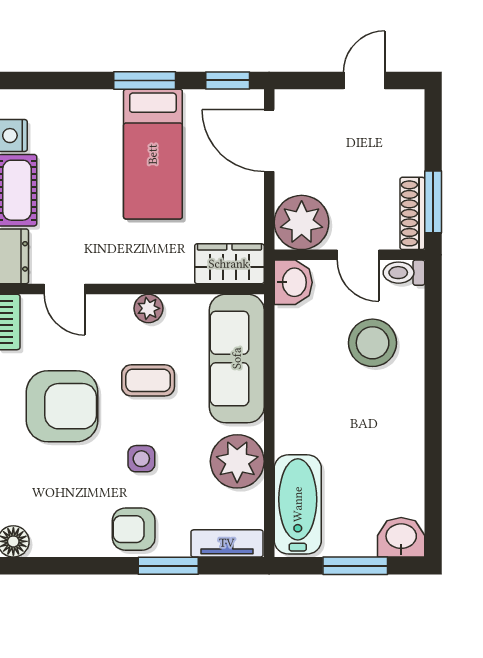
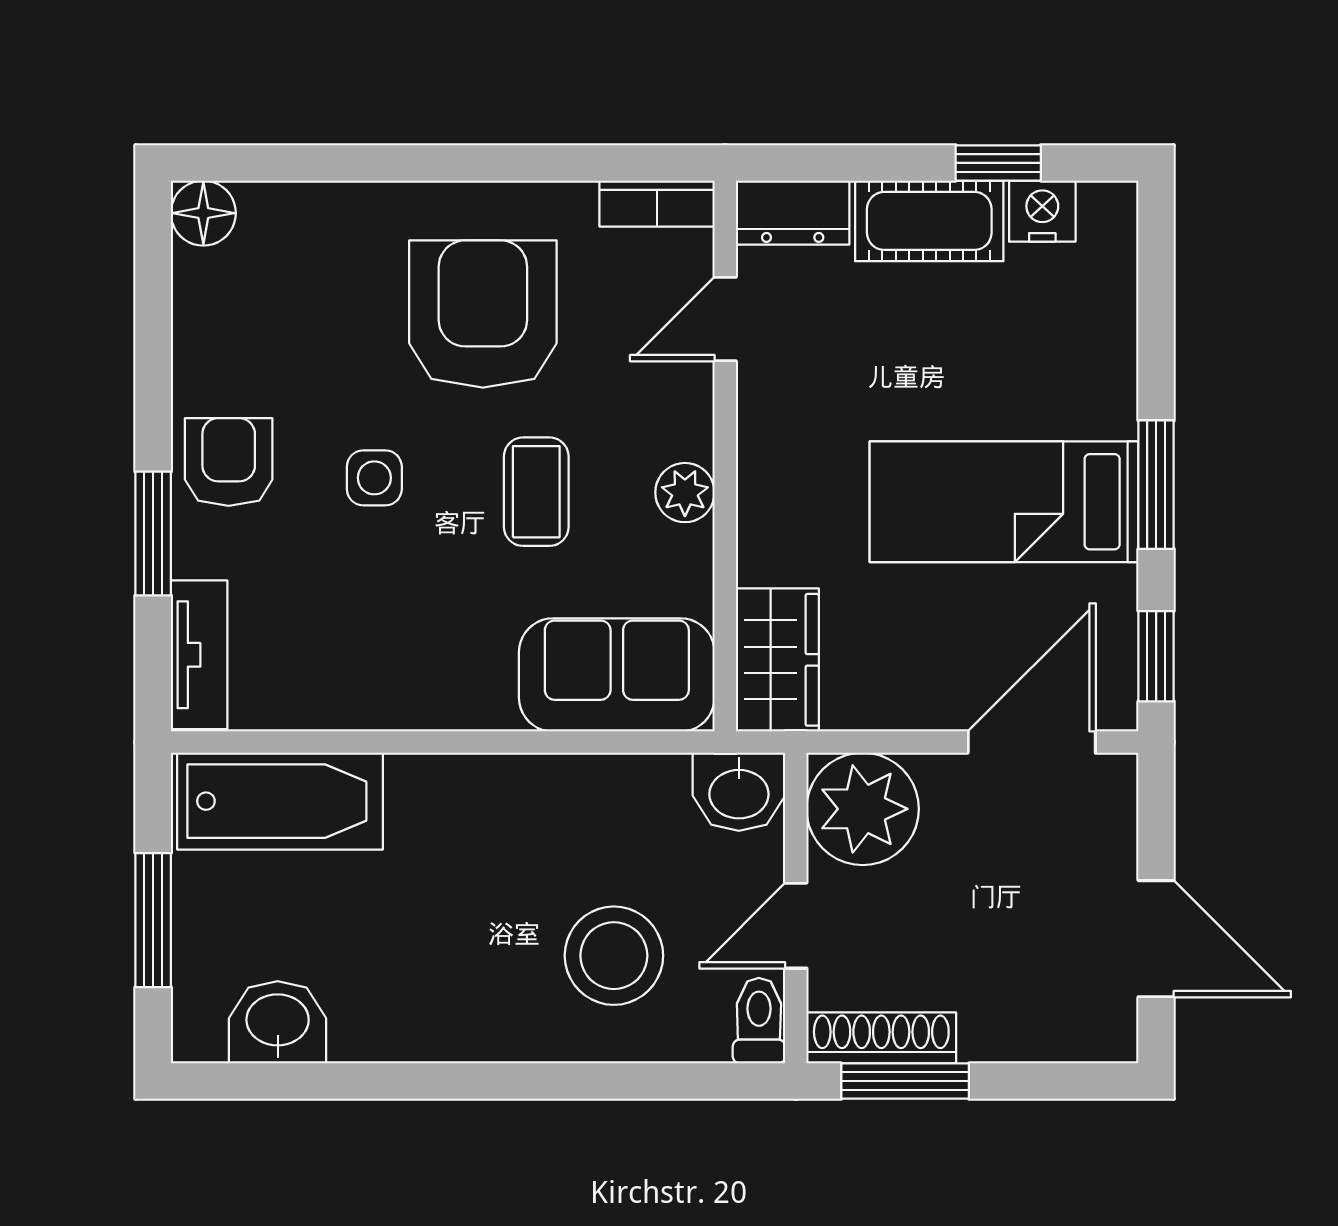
door: (364, 80) -> (1156, 939), width x1.38
sofa: (237, 358) -> (617, 675), width x0.73
armchair: (62, 406) -> (483, 314), turned 180
plant: (237, 461) -> (369, 676), removed
washbasin: (401, 537) -> (278, 1022), moved, turned -90

